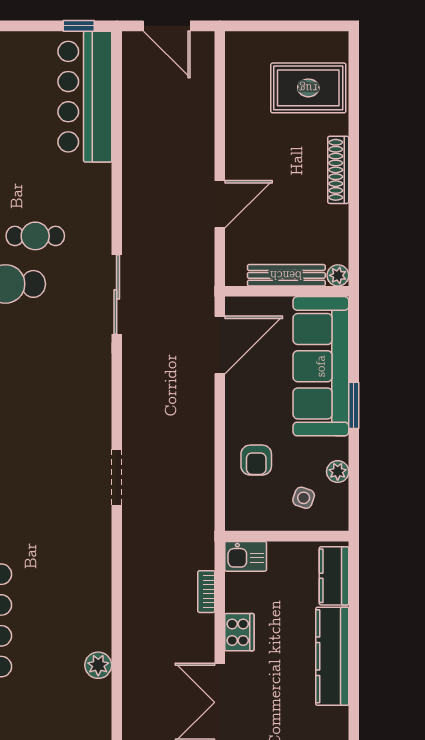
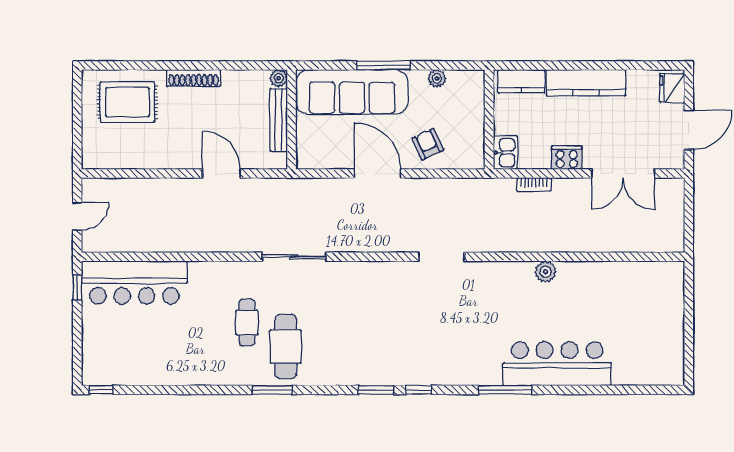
door: (167, 26) -> (77, 216), width x0.73
rug: (308, 88) -> (127, 102), turned 90
door: (220, 345) -> (378, 174), moved
window: (354, 405) -> (384, 65), width x1.44
armchair: (256, 460) -> (428, 144), turned -115
side table: (304, 498) -> (458, 106), removed
plant: (98, 665) -> (546, 272), moved

